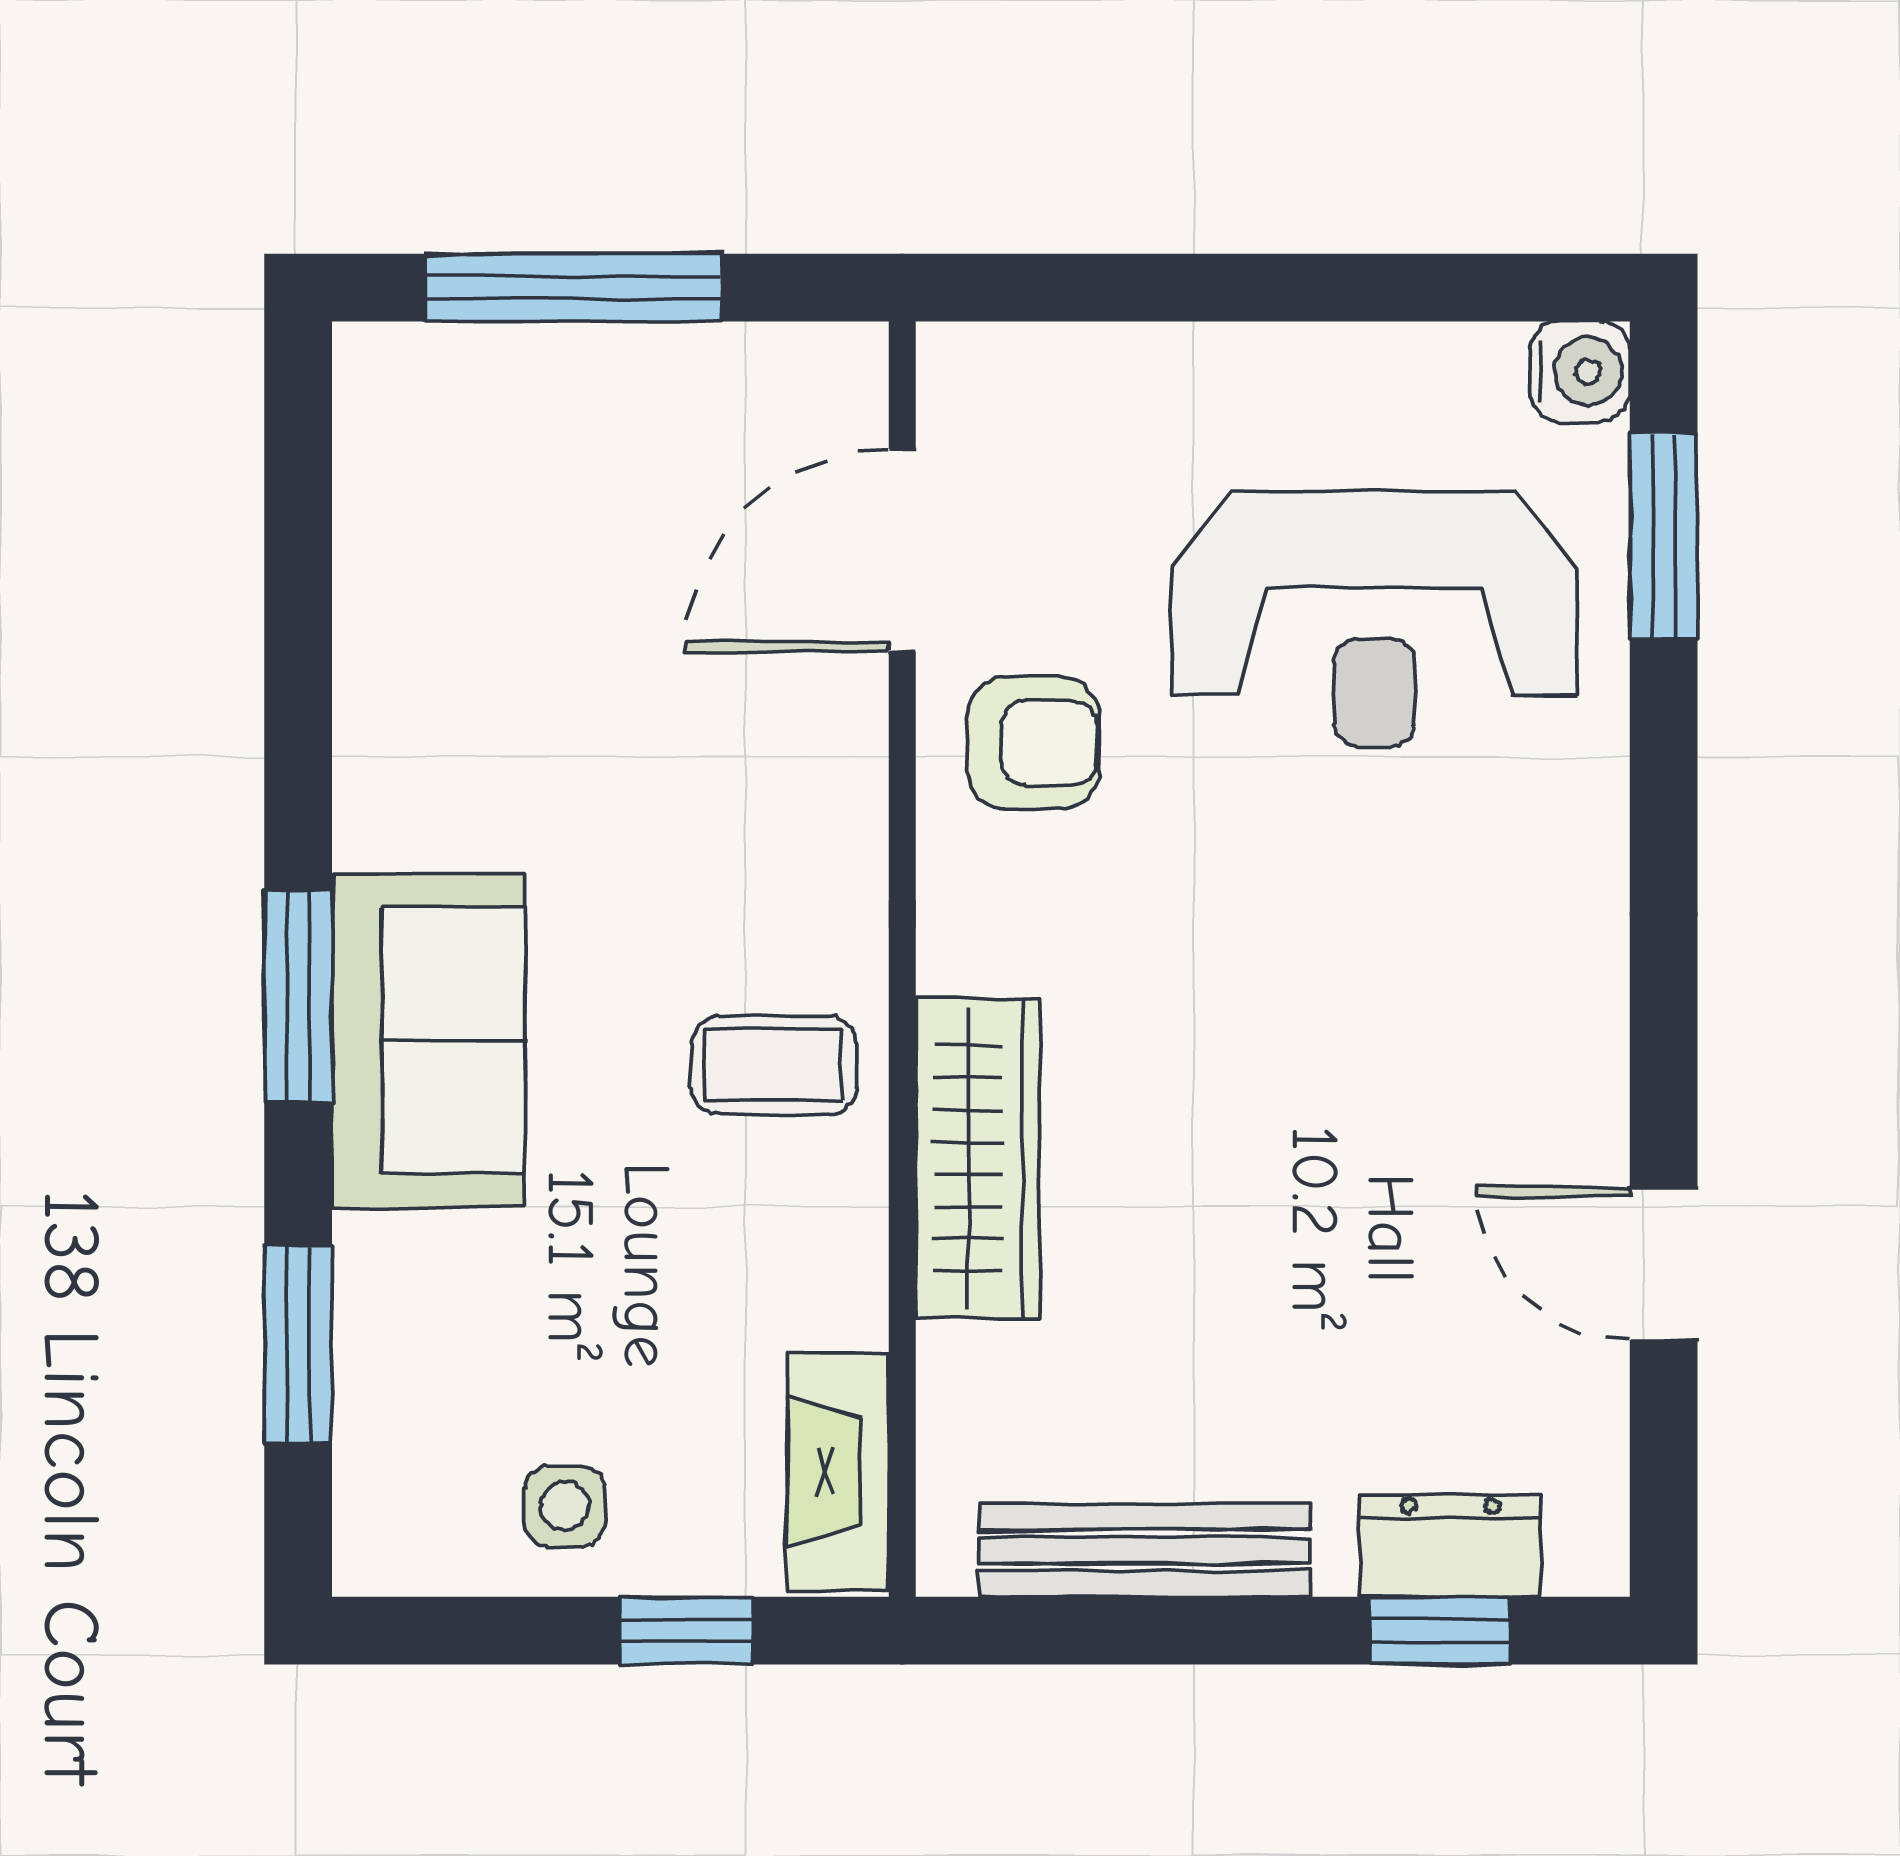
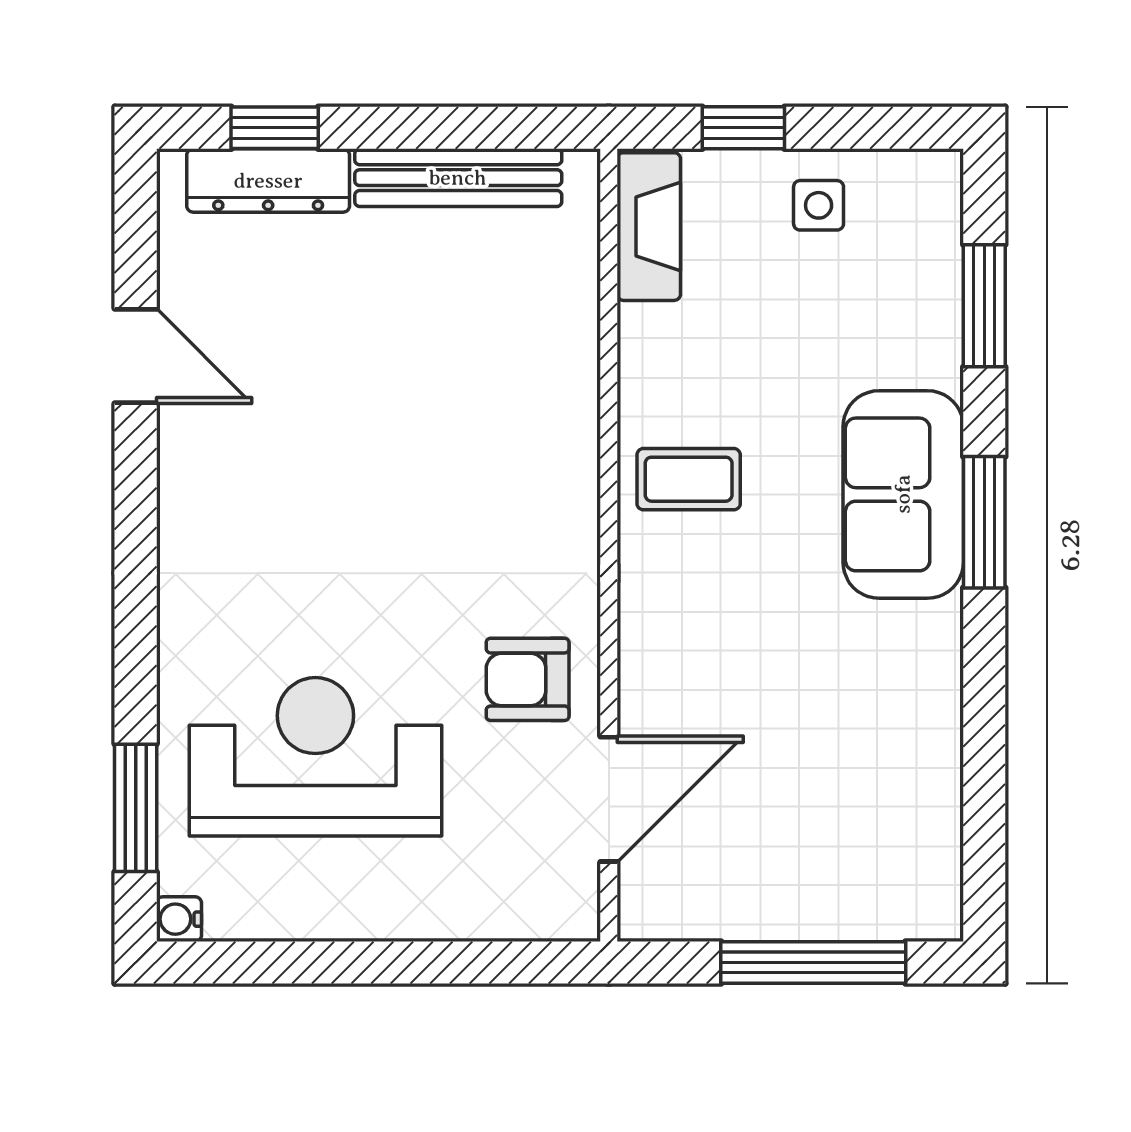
water cooler: (1580, 371) -> (179, 919), width x0.72, depth x0.72
wardrobe: (978, 1158) -> (562, 421), removed
dresser: (1450, 1546) -> (268, 181), width x1.44

